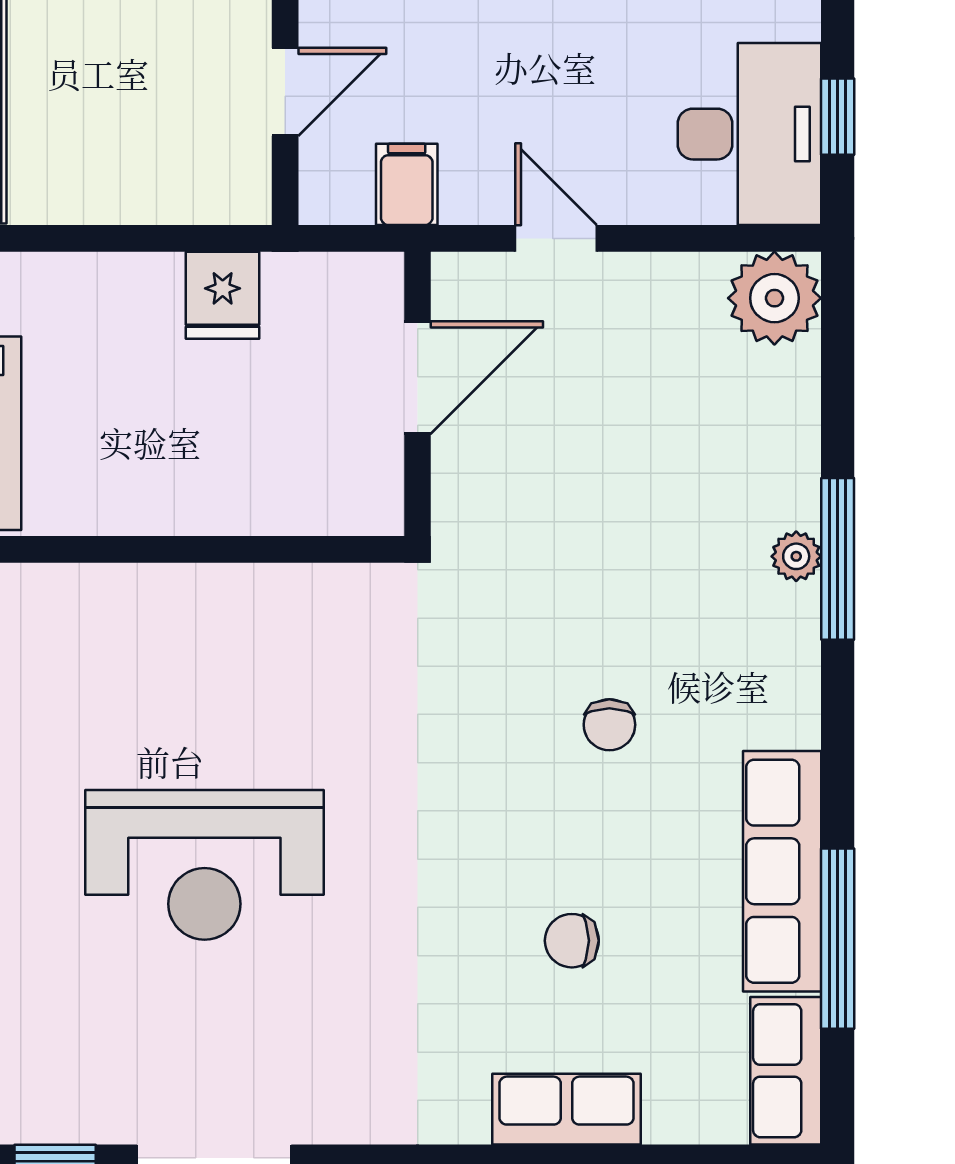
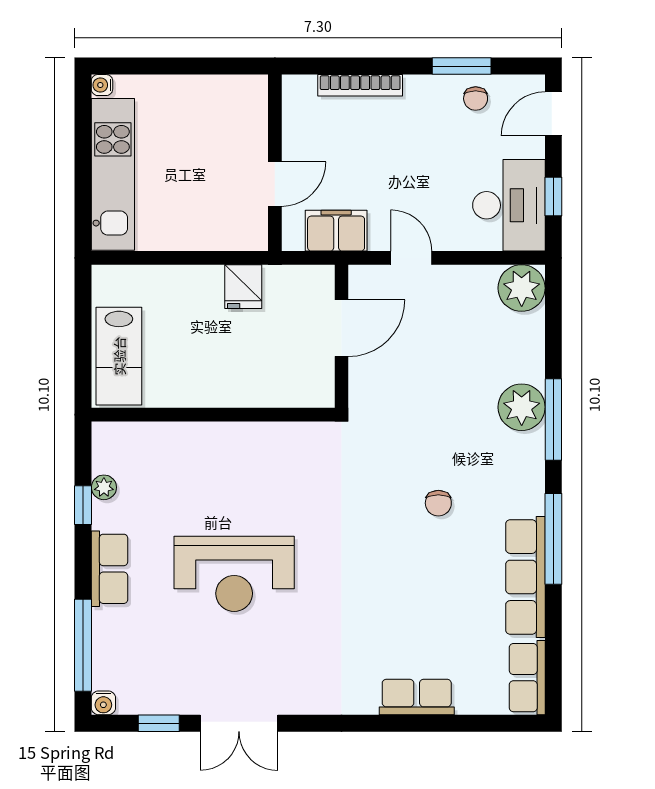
filing cabinet: (407, 184) -> (336, 231), width x2.00
plant: (796, 556) -> (522, 407), width x1.87, depth x1.87
window: (838, 939) -> (553, 539), moved
chair: (572, 941) -> (419, 612), removed

